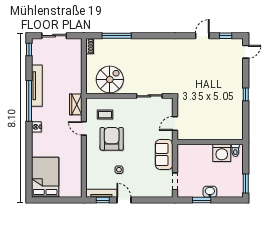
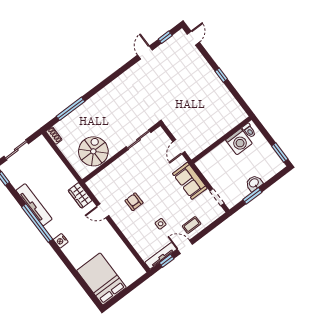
coffee table: (105, 115) -> (192, 225), moved
armchair: (112, 139) -> (134, 202), width x0.53, depth x0.53

